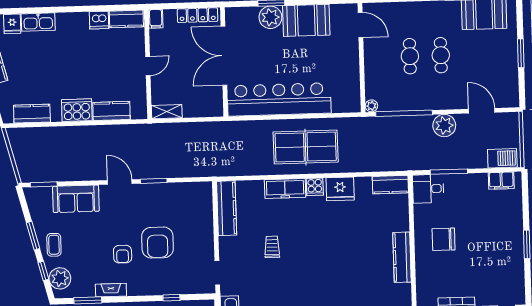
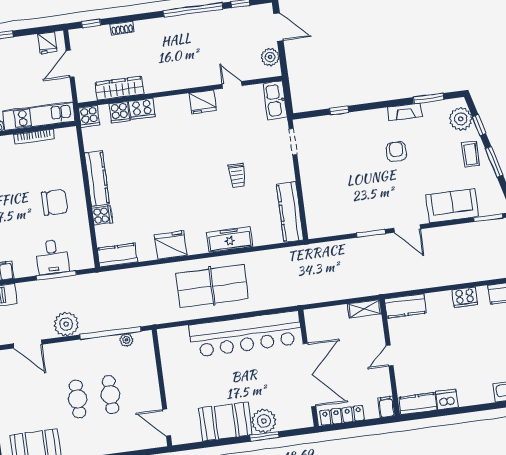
plant: (371, 106) -> (126, 340), moved
cooker: (77, 110) -> (465, 297), width x0.73, depth x0.76
kitchen counter: (111, 111) -> (405, 306), moved
cooker: (315, 187) -> (102, 215), moved, turned 90
desk: (428, 189) -> (52, 257), moved, turned 90
armchair: (158, 243) -> (360, 168), removed

